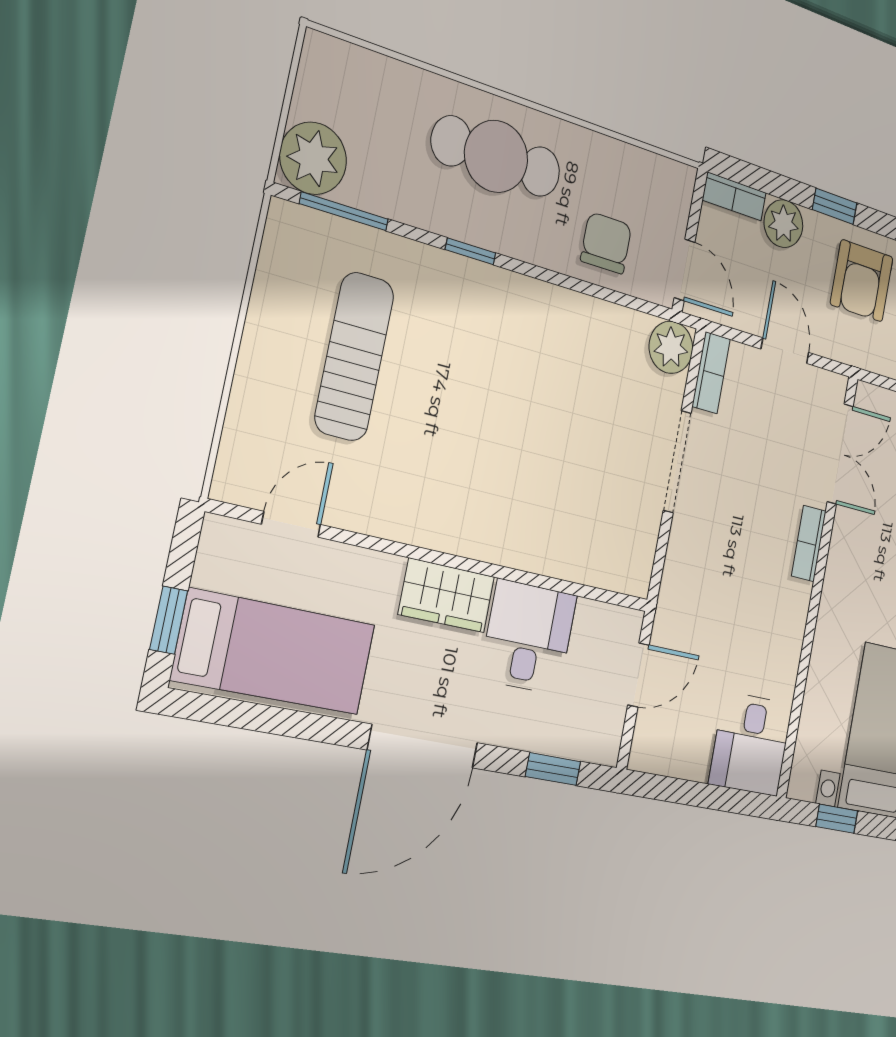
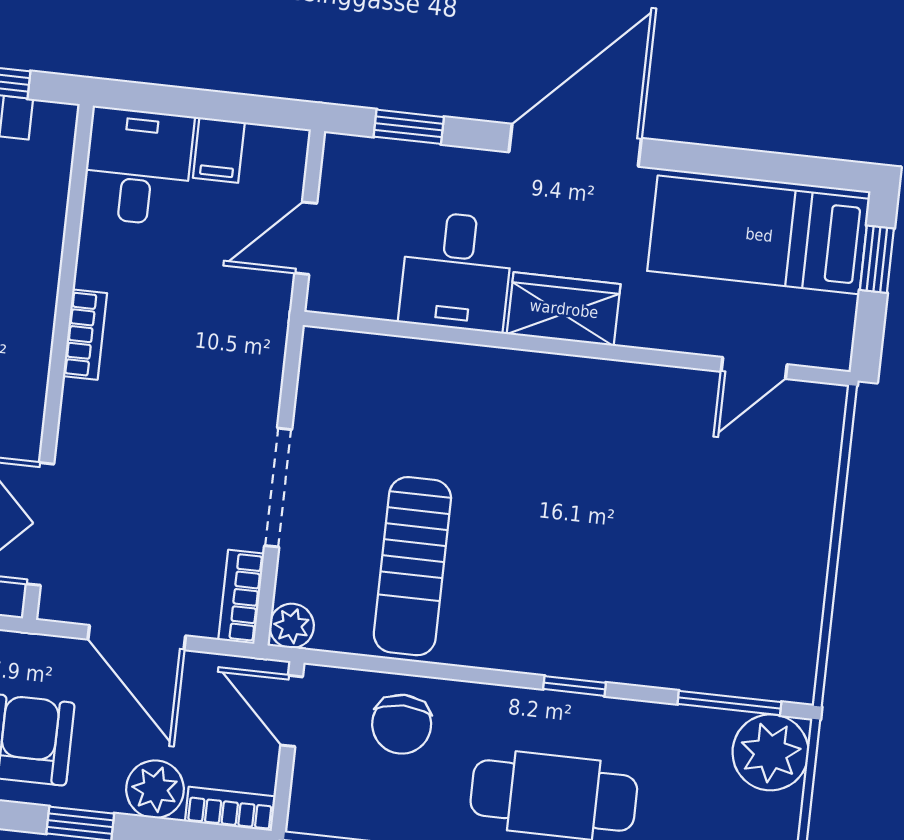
plant: (671, 347) -> (292, 626), width x0.73, depth x0.73
door: (785, 351) -> (137, 638), width x1.38
sun lounger: (354, 356) -> (412, 566), moved
bookcase: (809, 544) -> (85, 335), moved
filing cabinet: (694, 755) -> (219, 150), added

